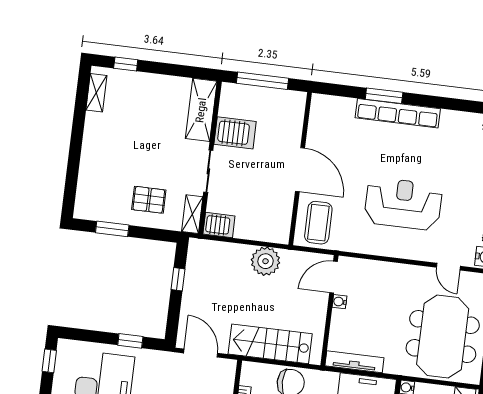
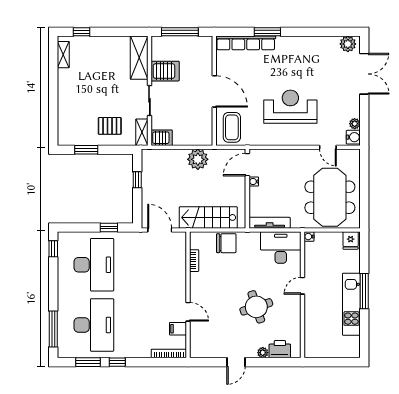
row of seats: (398, 113) -> (246, 43), moved

